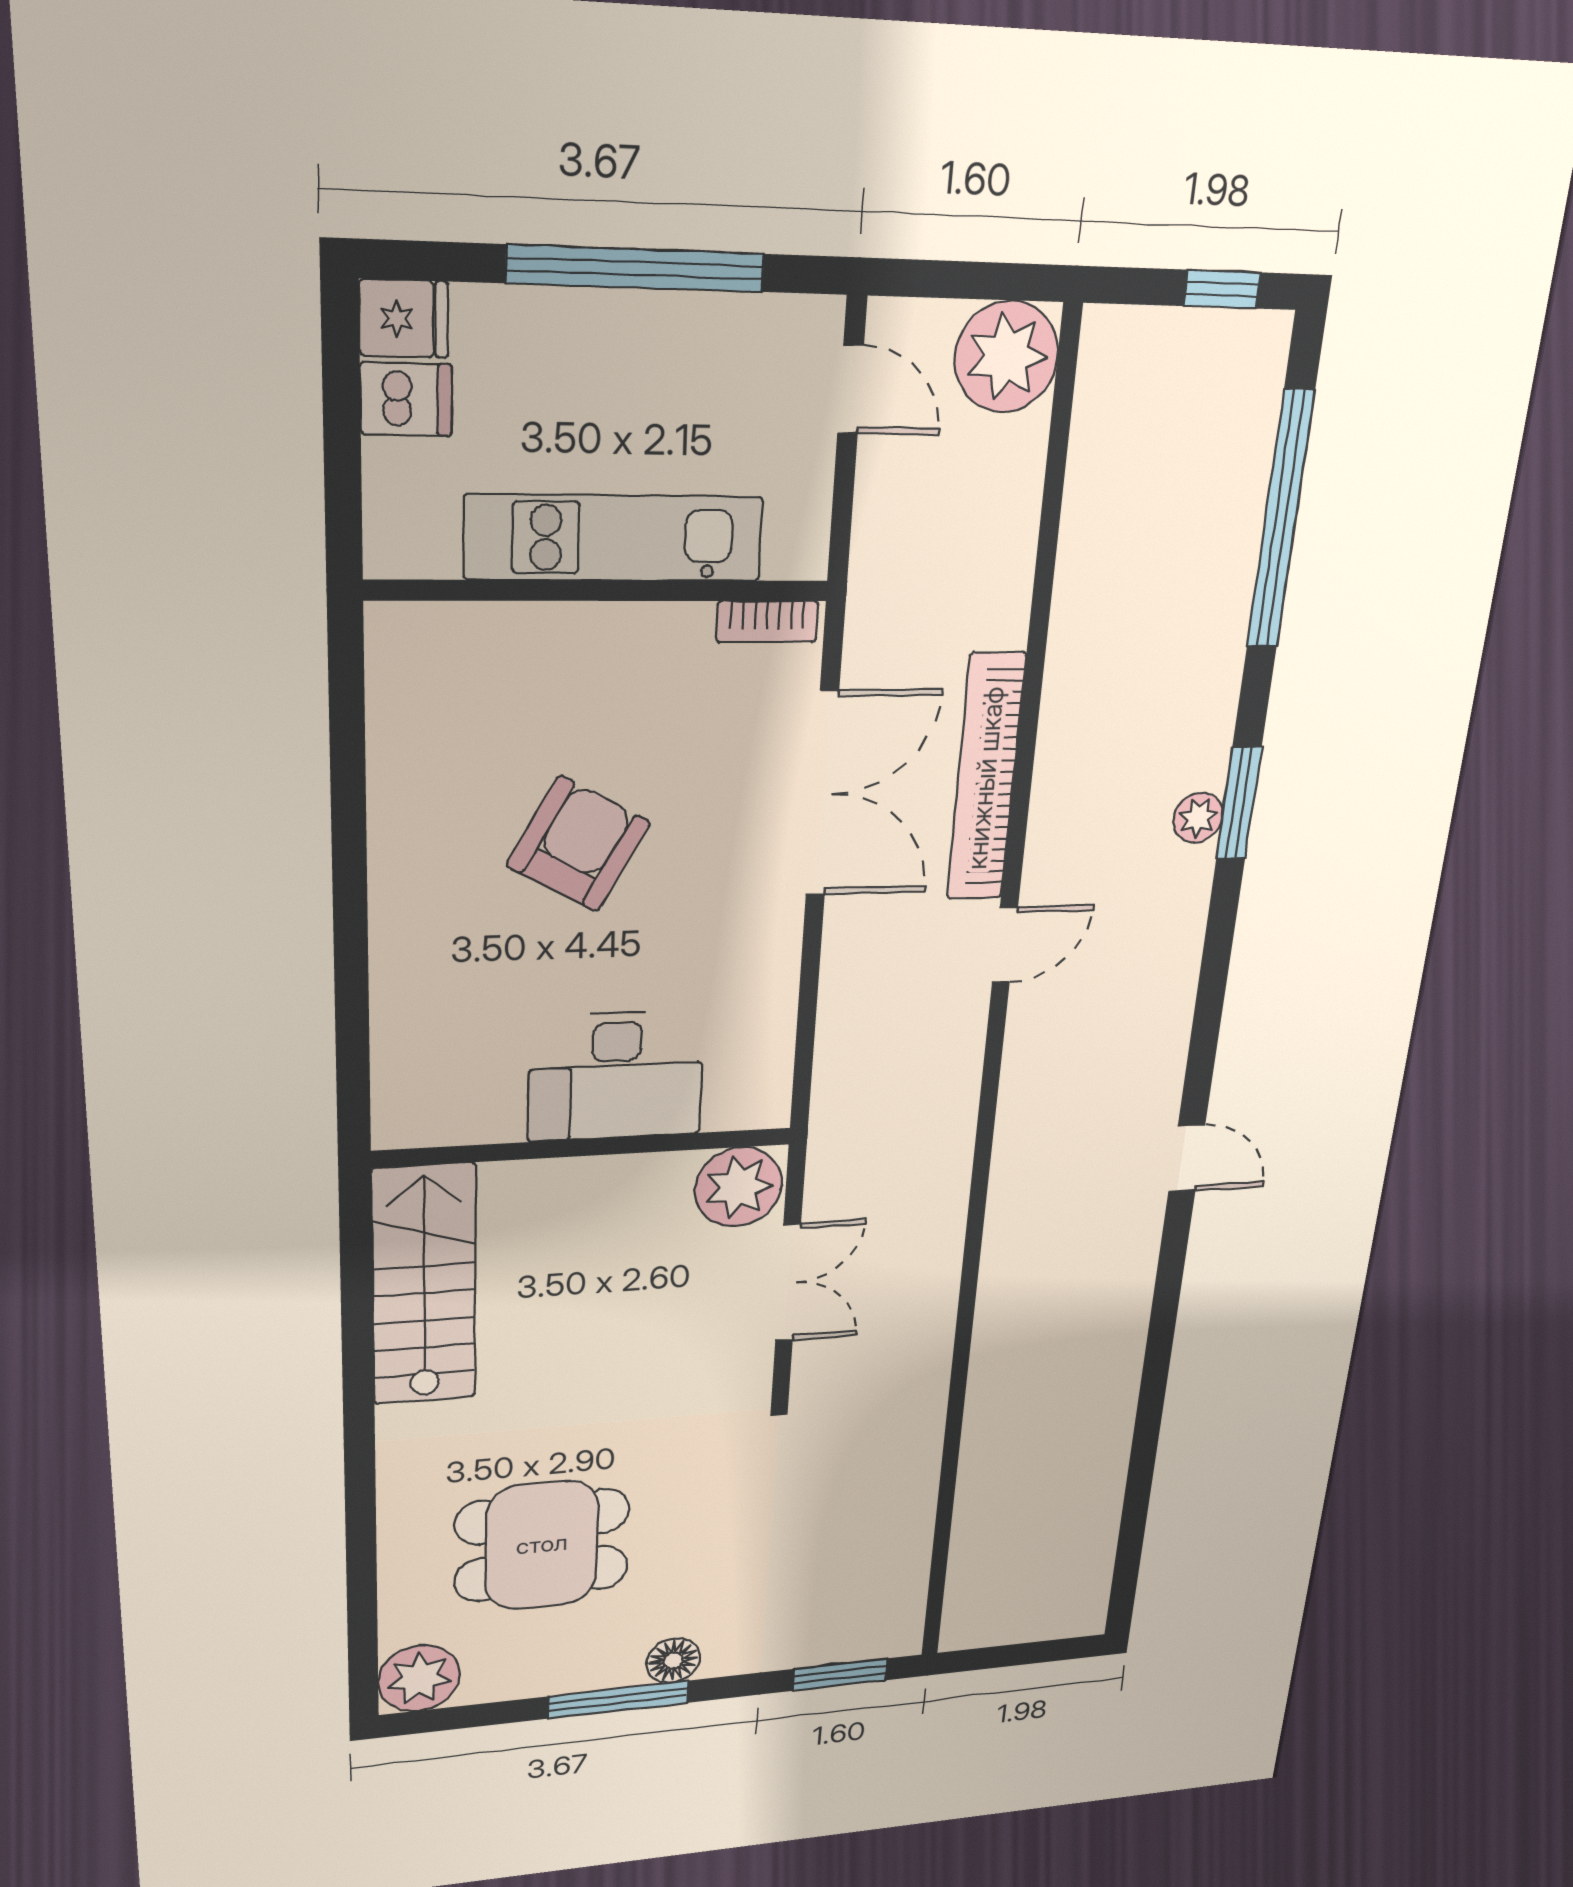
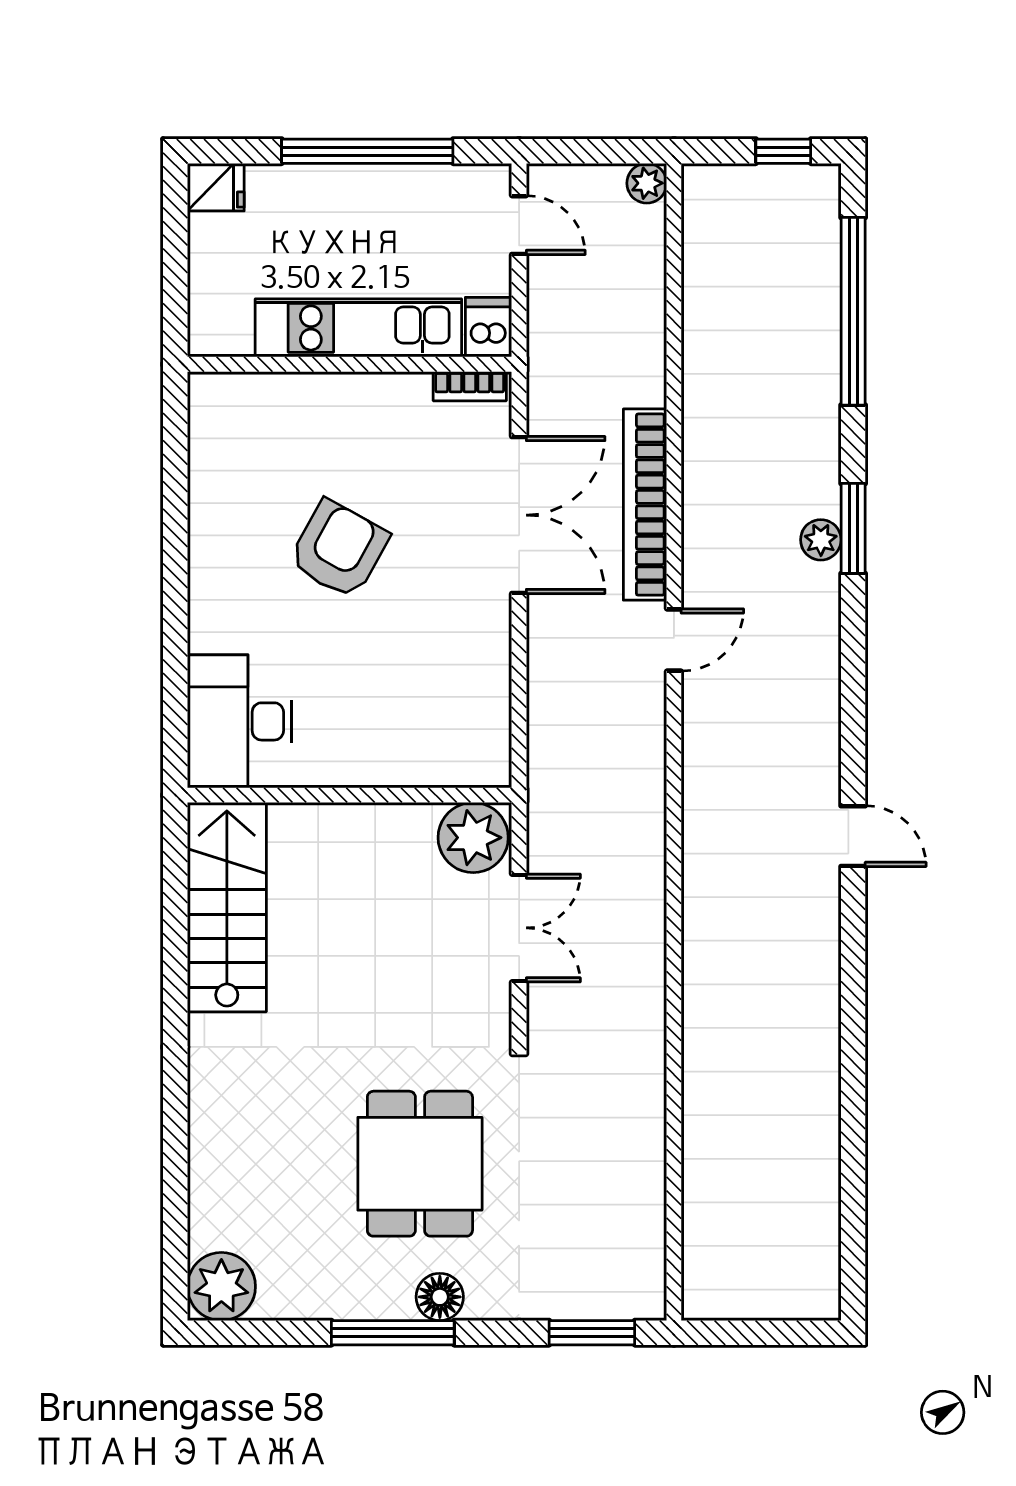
plant: (1007, 357) -> (647, 183), width x0.53, depth x0.53
dishwasher: (406, 399) -> (489, 327), moved, turned -90
desk: (616, 1076) -> (240, 721), moved, turned 90
dining table: (542, 1545) -> (420, 1164), moved, turned 90

